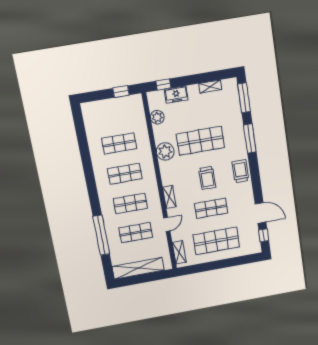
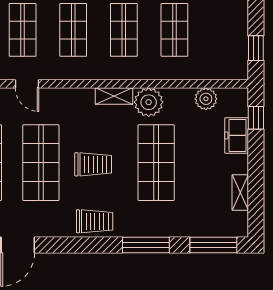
trolley: (207, 178) -> (93, 164), turned 180
shelving: (169, 197) -> (114, 96), moved
shop shelf: (211, 208) -> (41, 163), width x1.43, depth x1.36

